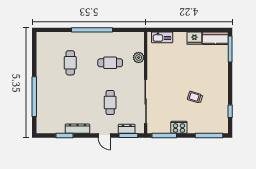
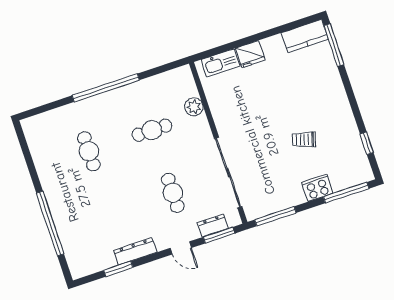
fridge: (194, 38) -> (250, 54), moved
cooker: (179, 127) -> (317, 188), moved

